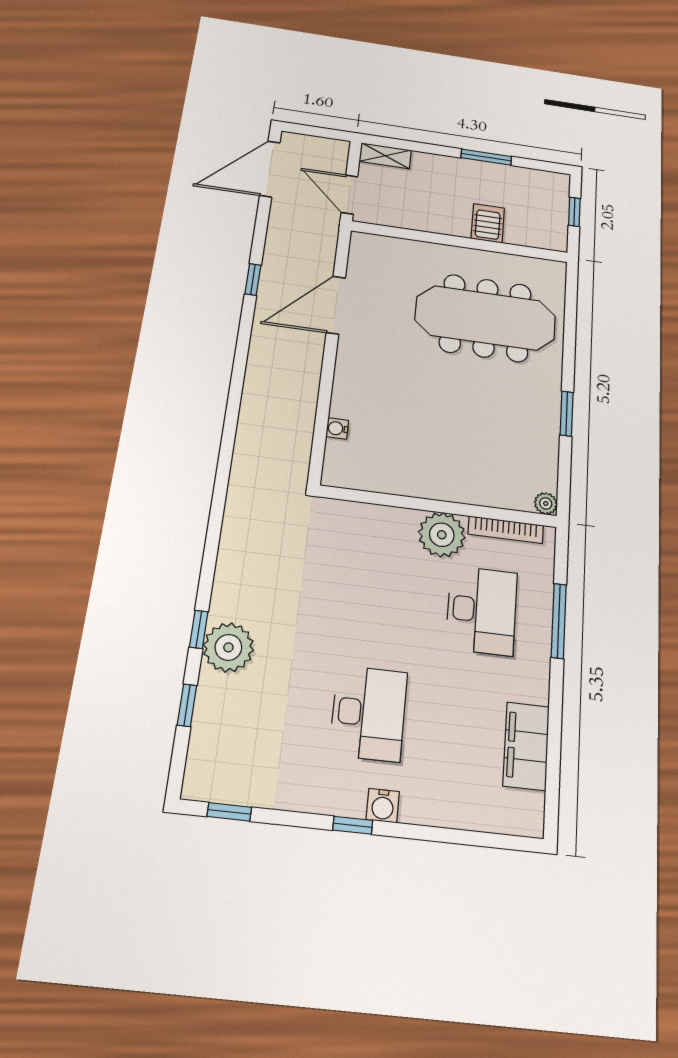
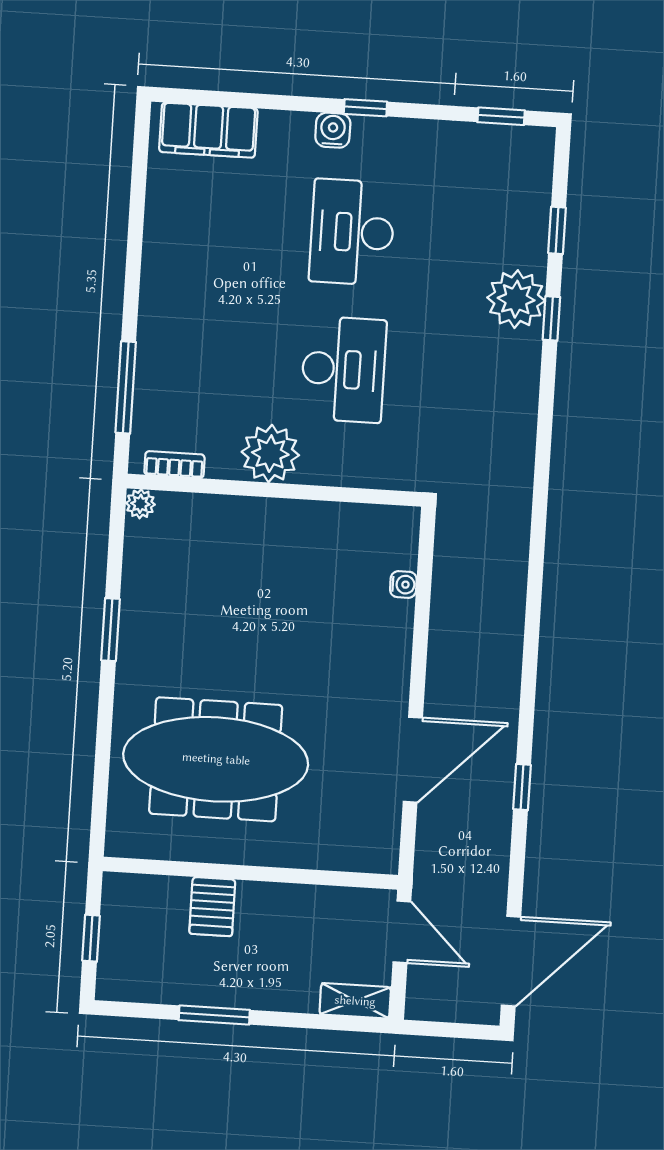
bookcase: (506, 530) -> (174, 465), width x0.64
desk: (482, 610) -> (343, 369), moved, turned 180
window: (559, 621) -> (126, 387), moved
filing cabinet: (526, 746) -> (208, 130), moved, turned 90

